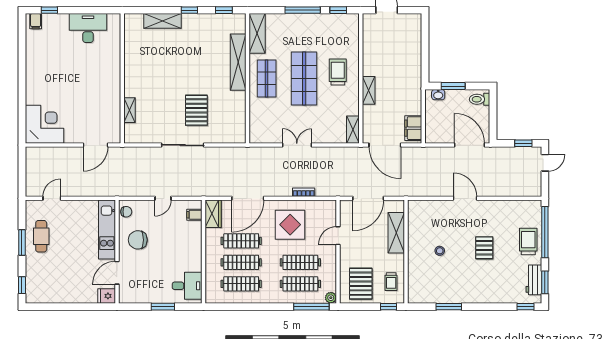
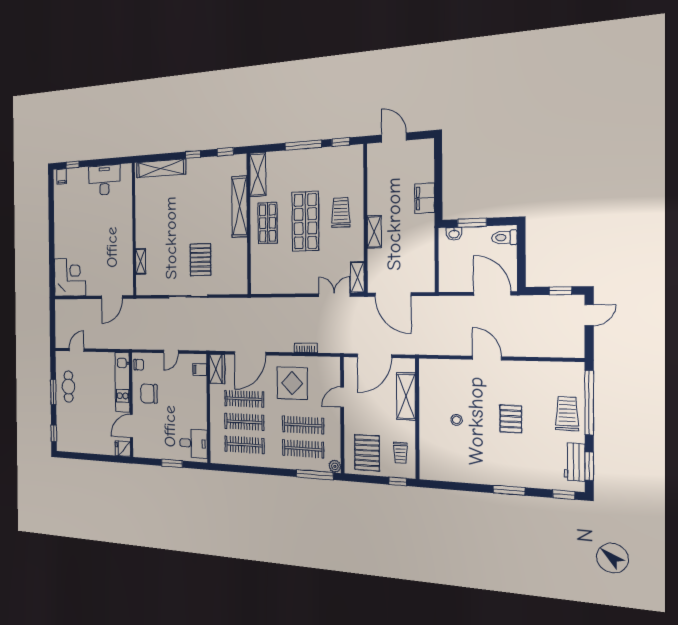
shelving: (162, 21) -> (161, 168), width x1.47
filing cabinet: (413, 128) -> (425, 198), moved
double door: (297, 145) -> (334, 295), moved
window: (449, 307) -> (509, 490), moved

